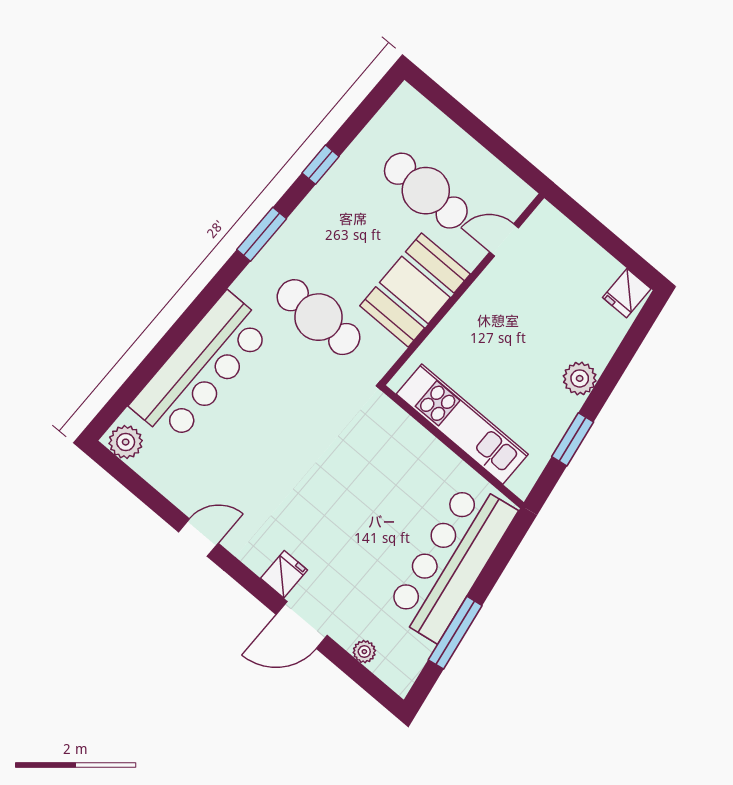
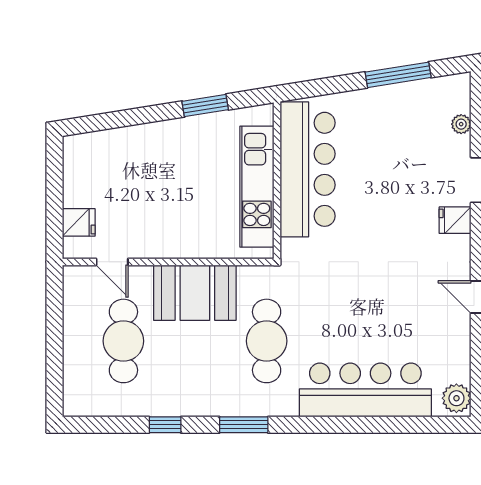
fridge: (627, 293) -> (79, 222), moved
plant: (580, 378) -> (161, 135), removed
bar counter: (451, 561) -> (308, 169), moved, turned -81

